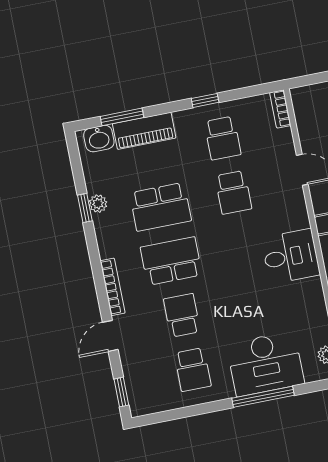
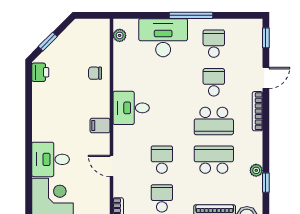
window: (85, 208) -> (266, 183), moved
school desk: (182, 315) -> (214, 82), turned 180
window: (263, 397) -> (191, 15), moved

